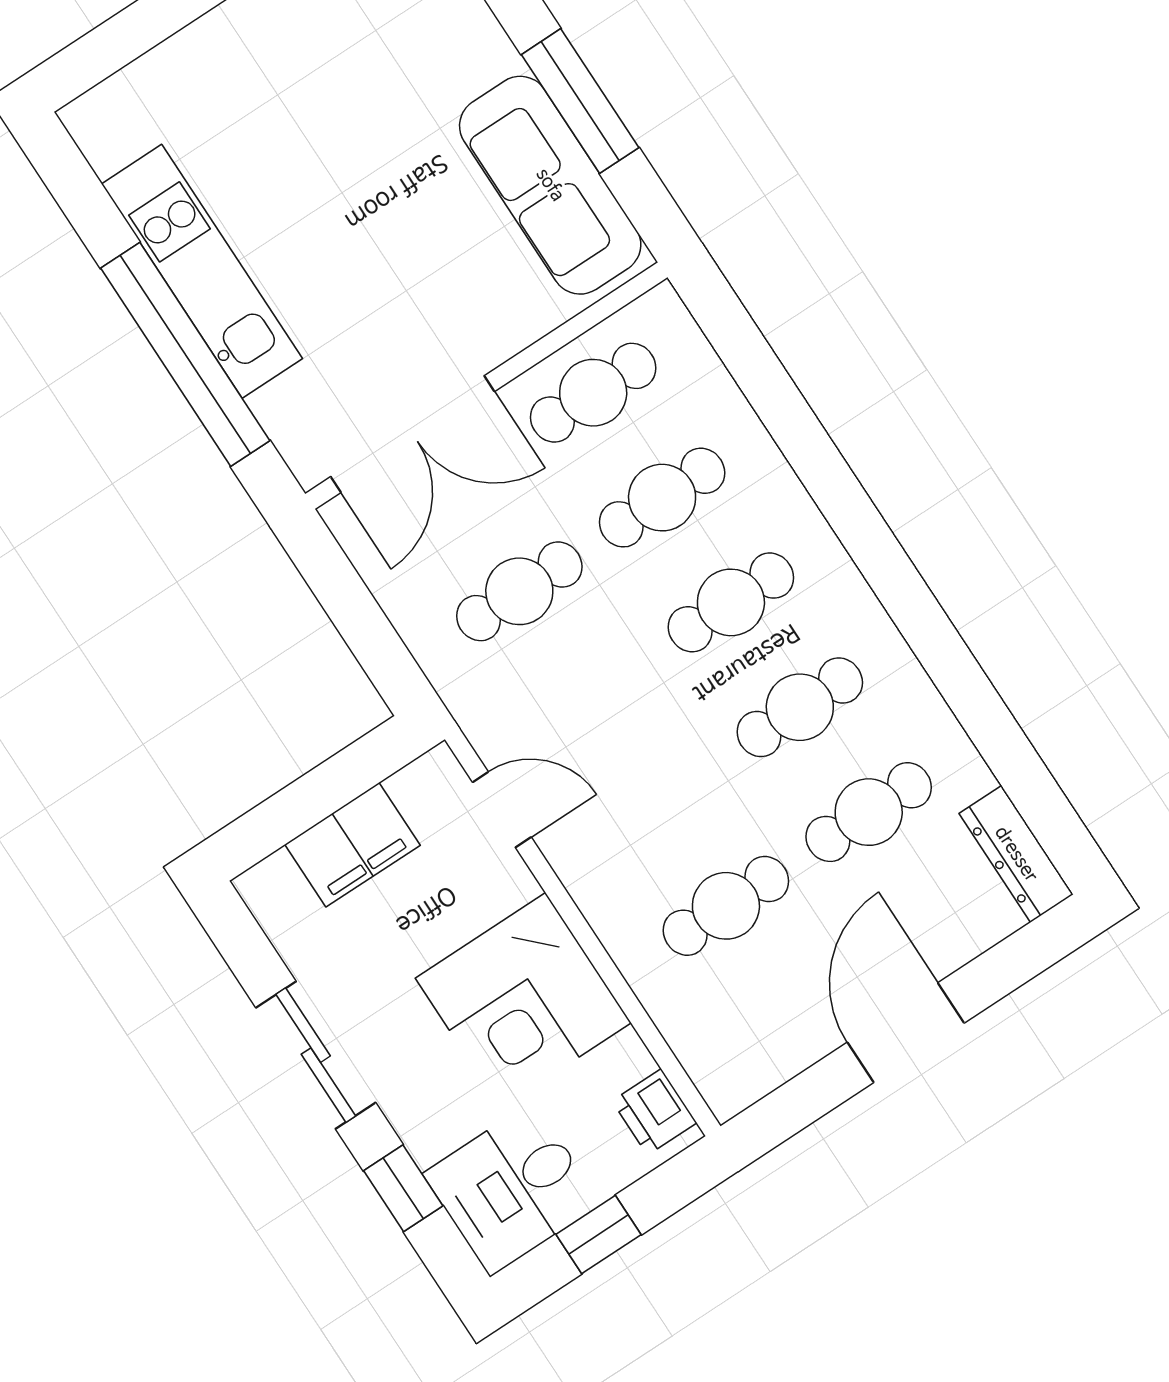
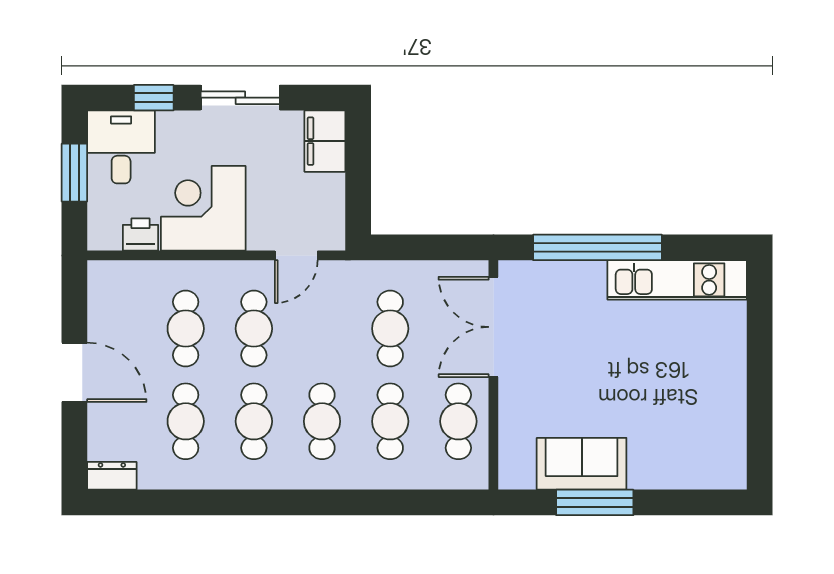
sofa: (550, 185) -> (582, 464), width x0.73
kitchen unit: (202, 271) -> (677, 280), moved
cafe table: (657, 801) -> (254, 329), added
filing cabinet: (352, 845) -> (325, 141), moved
dresser: (1016, 854) -> (112, 476), width x0.70
printer: (654, 1112) -> (140, 235), moved
window: (598, 1235) -> (74, 173), width x1.50

